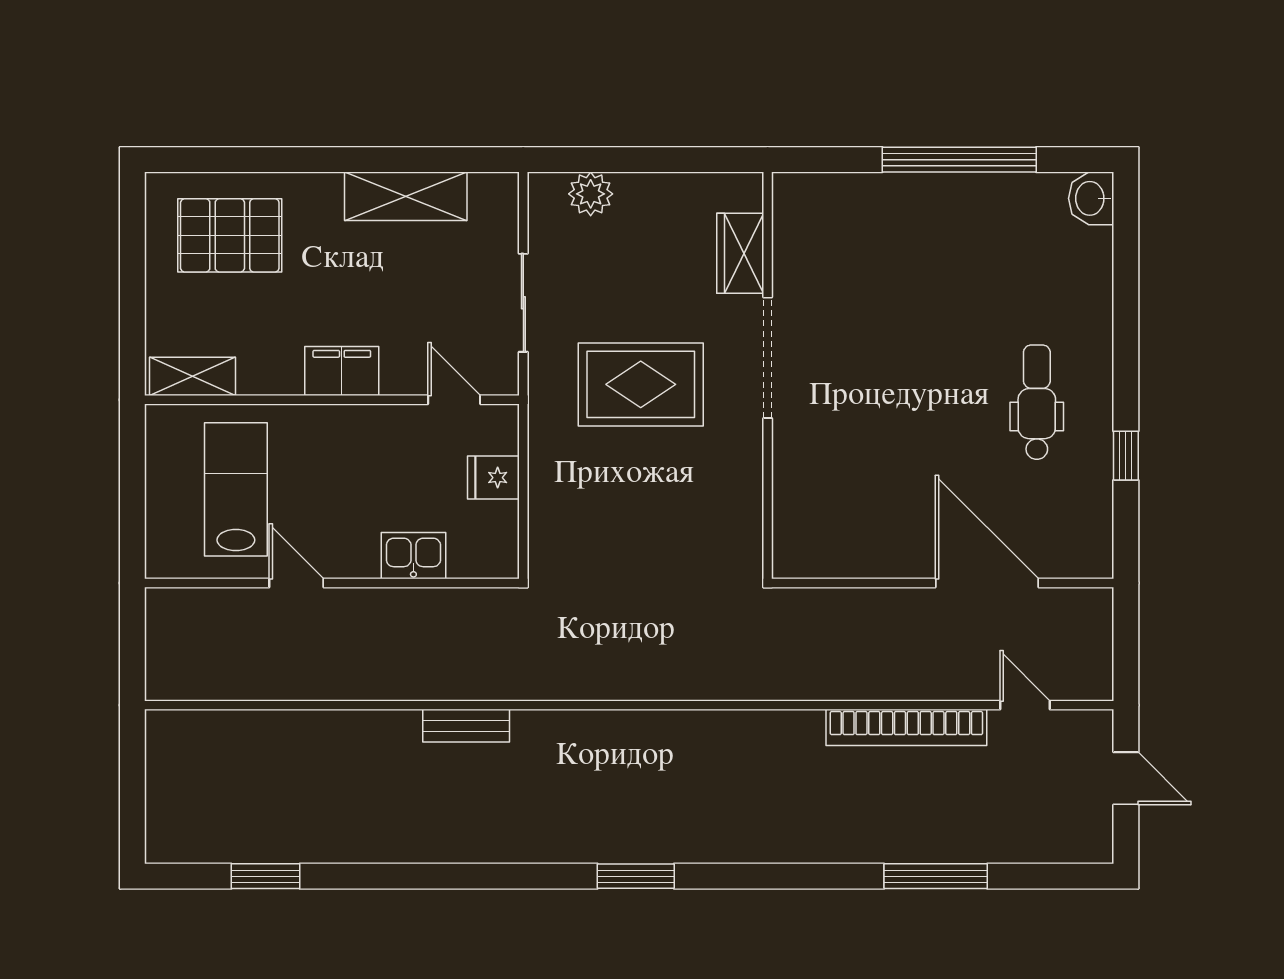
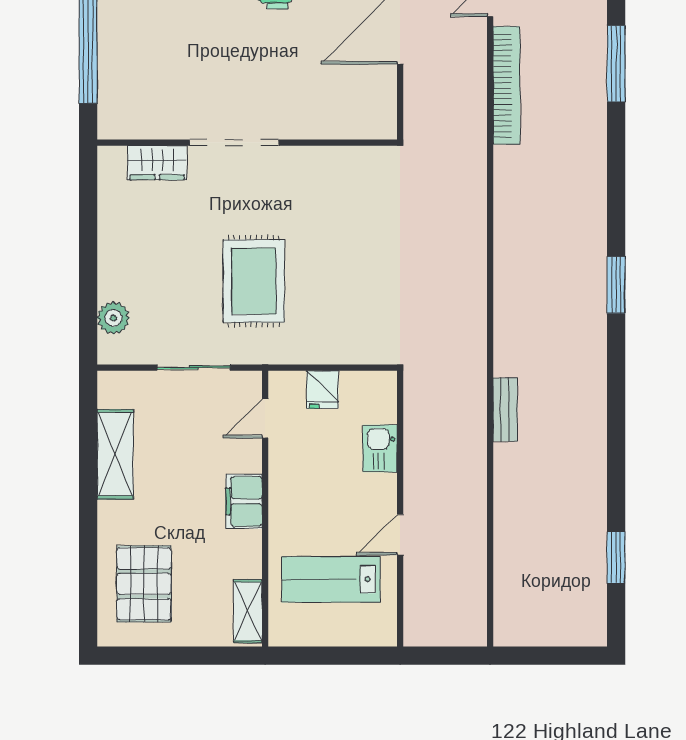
wardrobe: (740, 253) -> (157, 163), moved
doorway: (768, 358) -> (234, 143), moved
wall: (768, 375) -> (247, 143), moved

